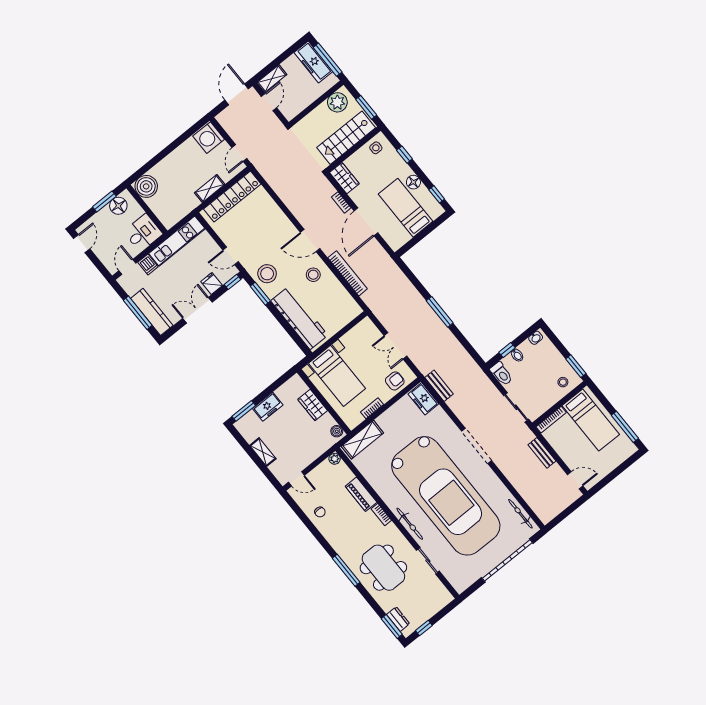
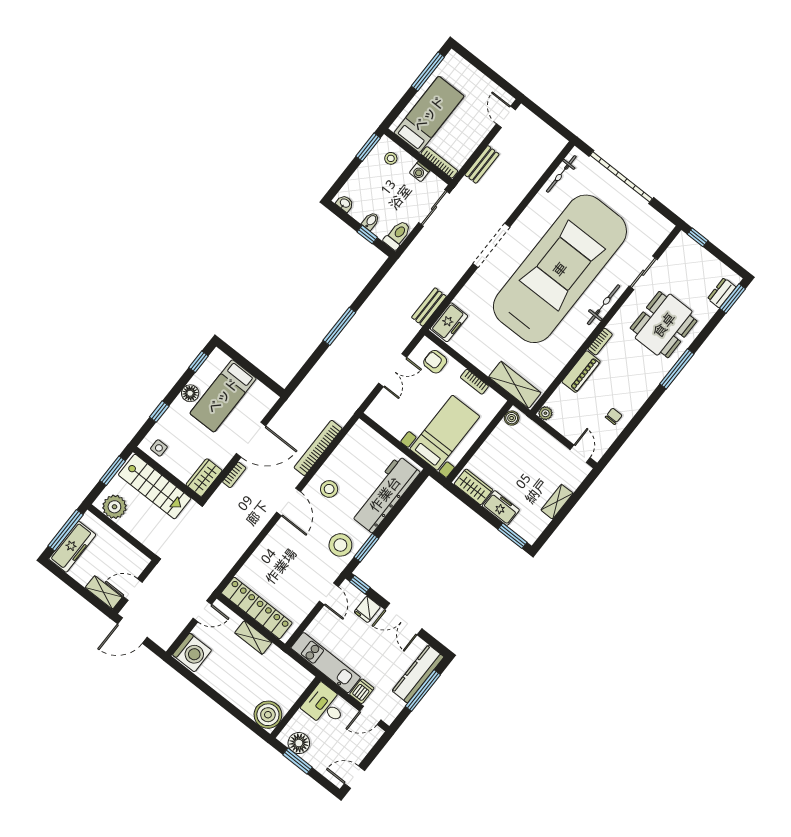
washing machine: (547, 402) -> (420, 172), added
wardrobe: (313, 405) -> (473, 487), moved, turned -90
window: (424, 628) -> (698, 237), moved

